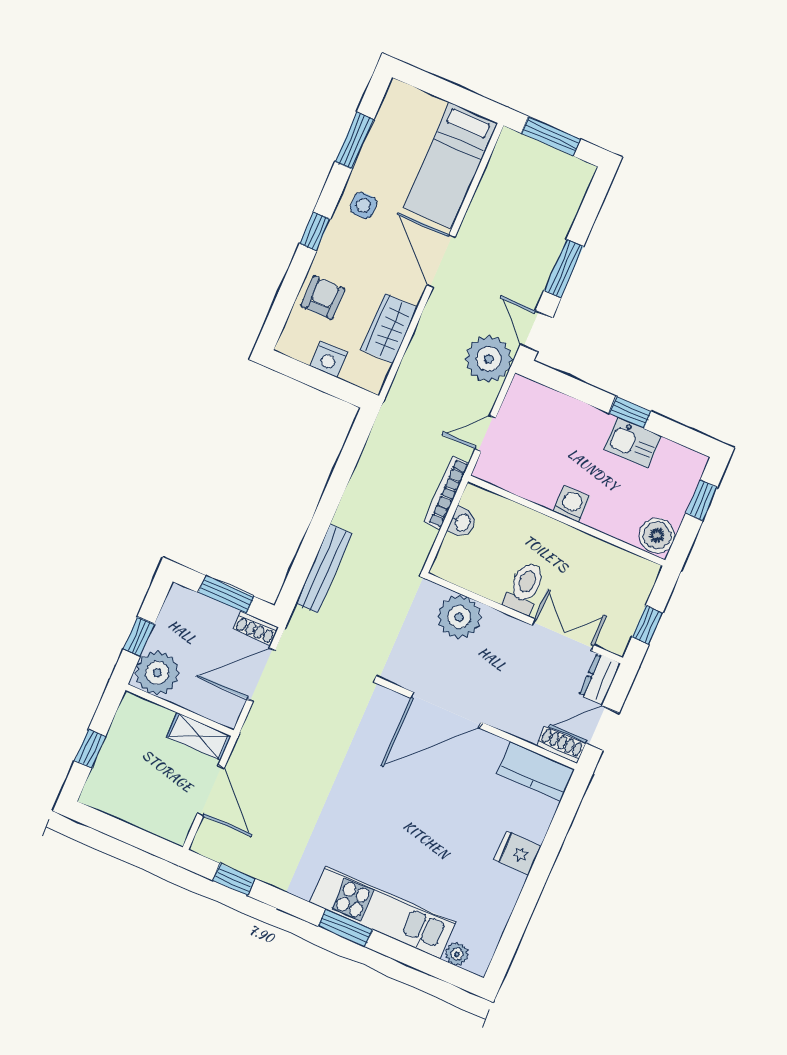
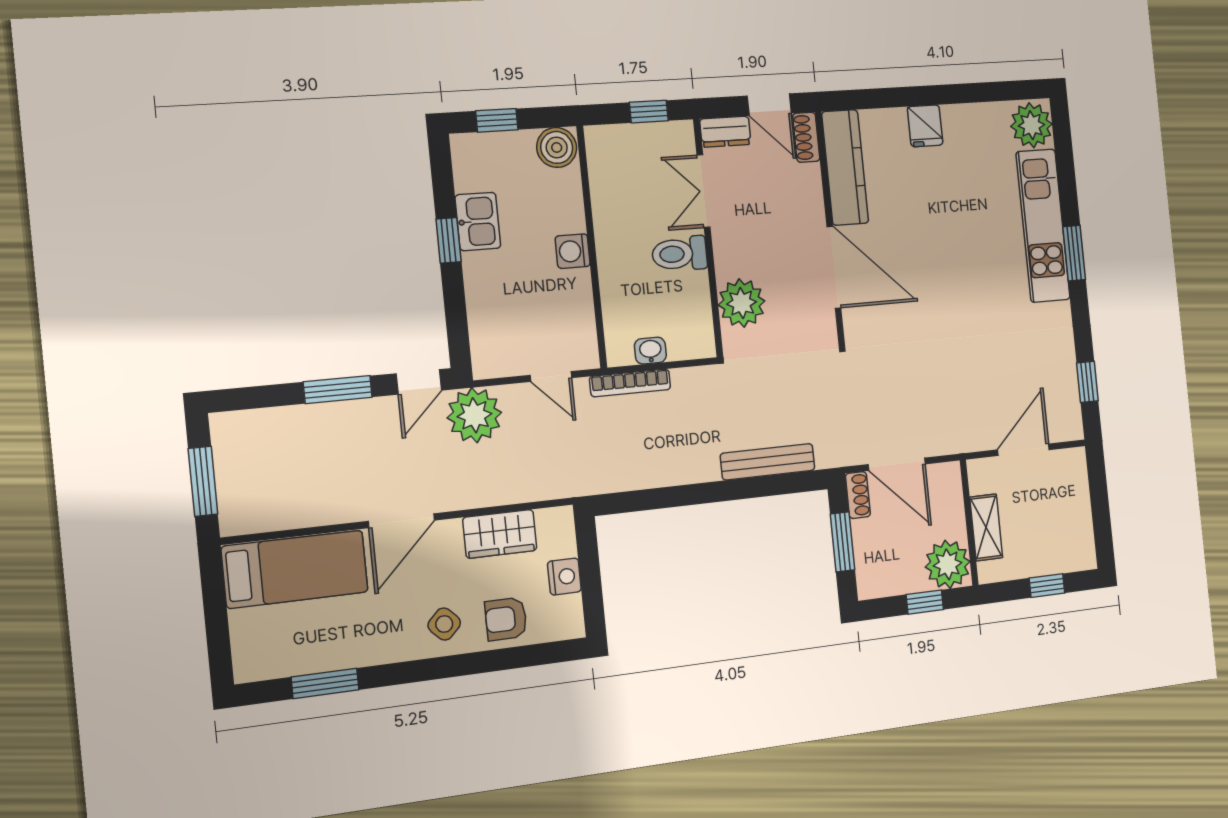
side table: (363, 205) -> (444, 624), moved, turned 45
window: (315, 231) -> (443, 667), removed
shelving: (199, 736) -> (986, 527), moved
kitchen counter: (536, 771) -> (845, 167), width x1.50
plant: (457, 954) -> (1031, 125), width x1.87, depth x1.87

